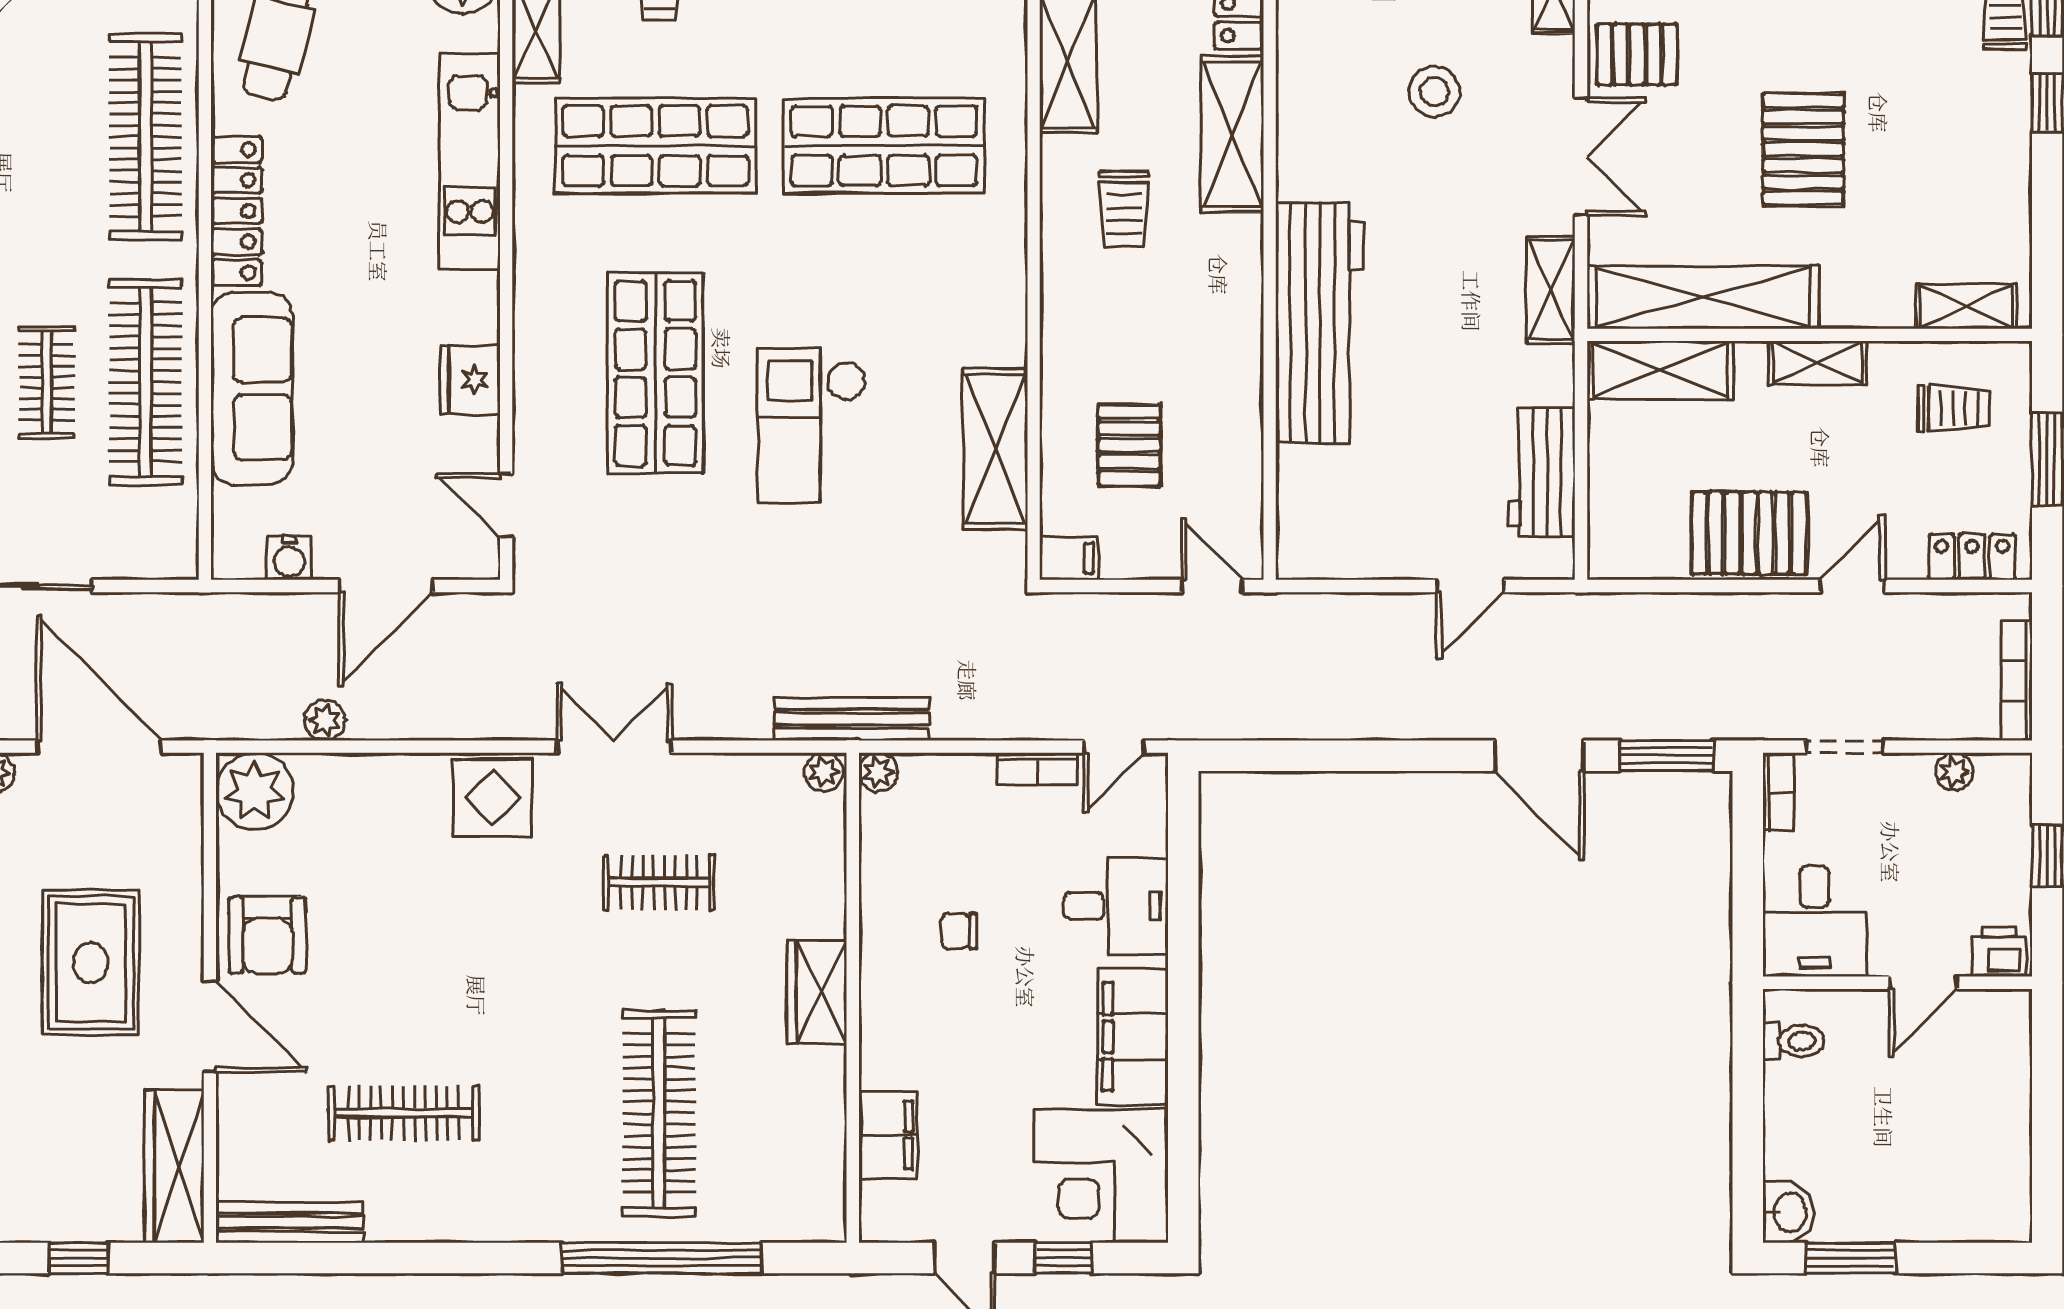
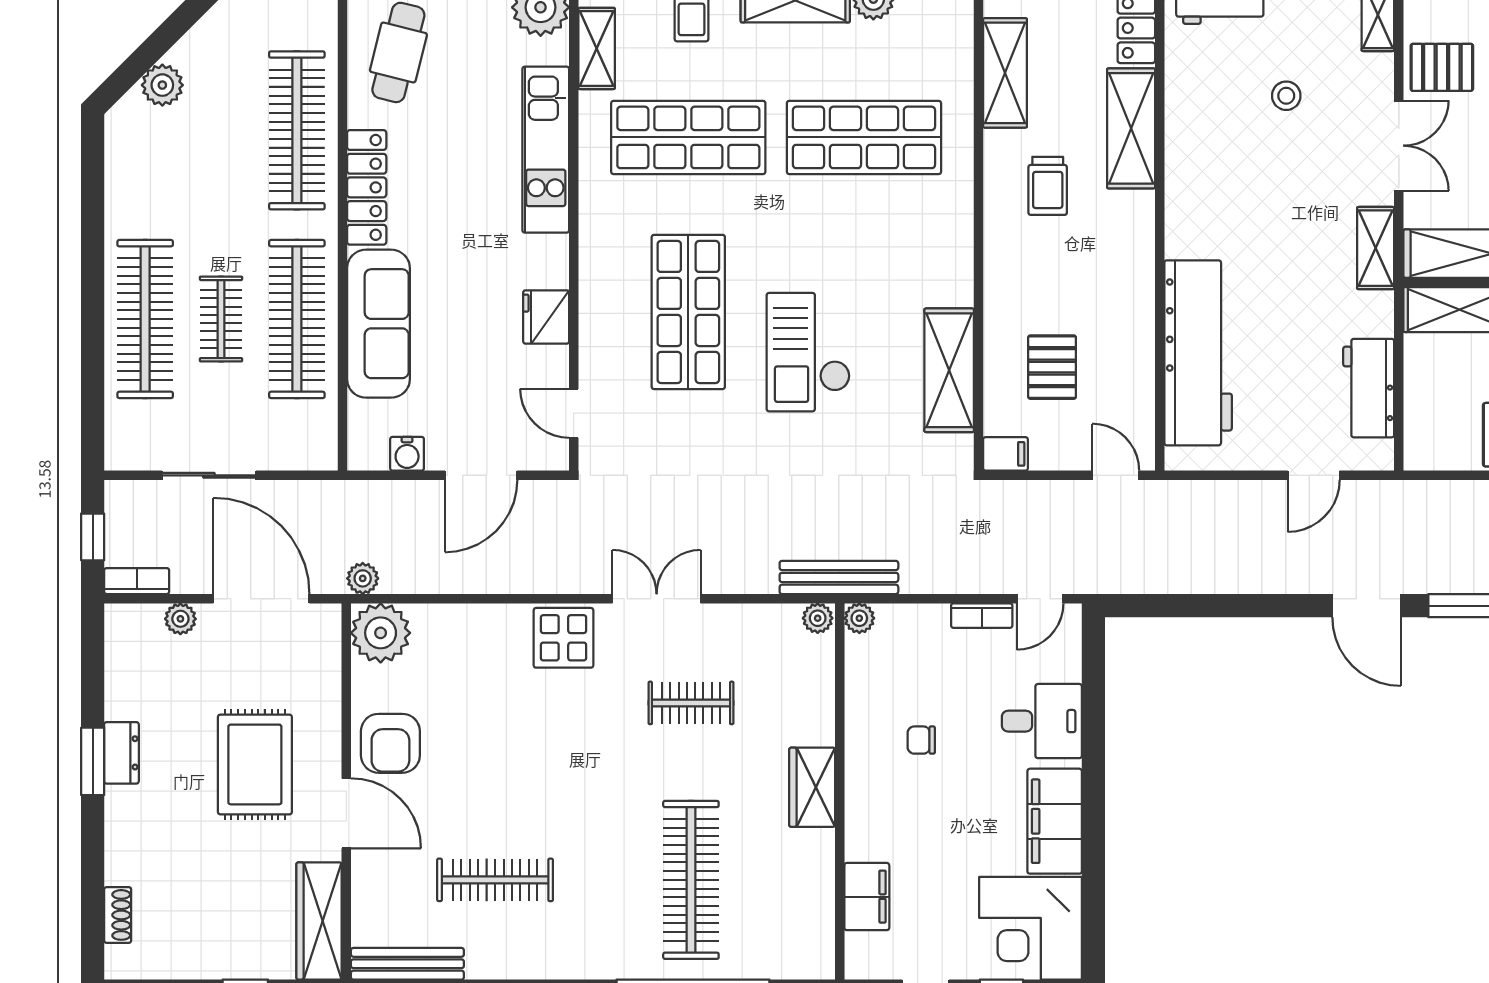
stool: (1434, 91) -> (1286, 96), width x0.73, depth x0.73
workbench: (1320, 323) -> (1198, 353), moved
plant: (325, 720) -> (363, 578), moved

